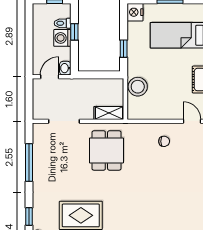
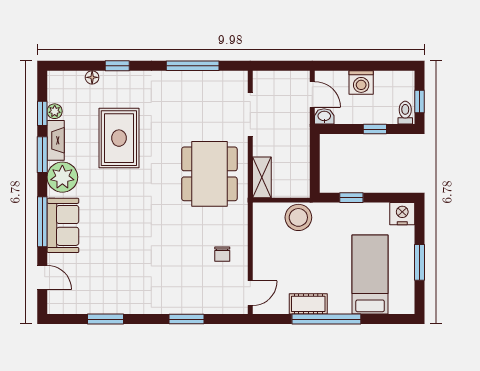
toilet: (63, 23) -> (405, 113), moved
washing machine: (62, 38) -> (361, 83), moved, turned 180
dining table: (106, 150) -> (209, 174), width x1.37

